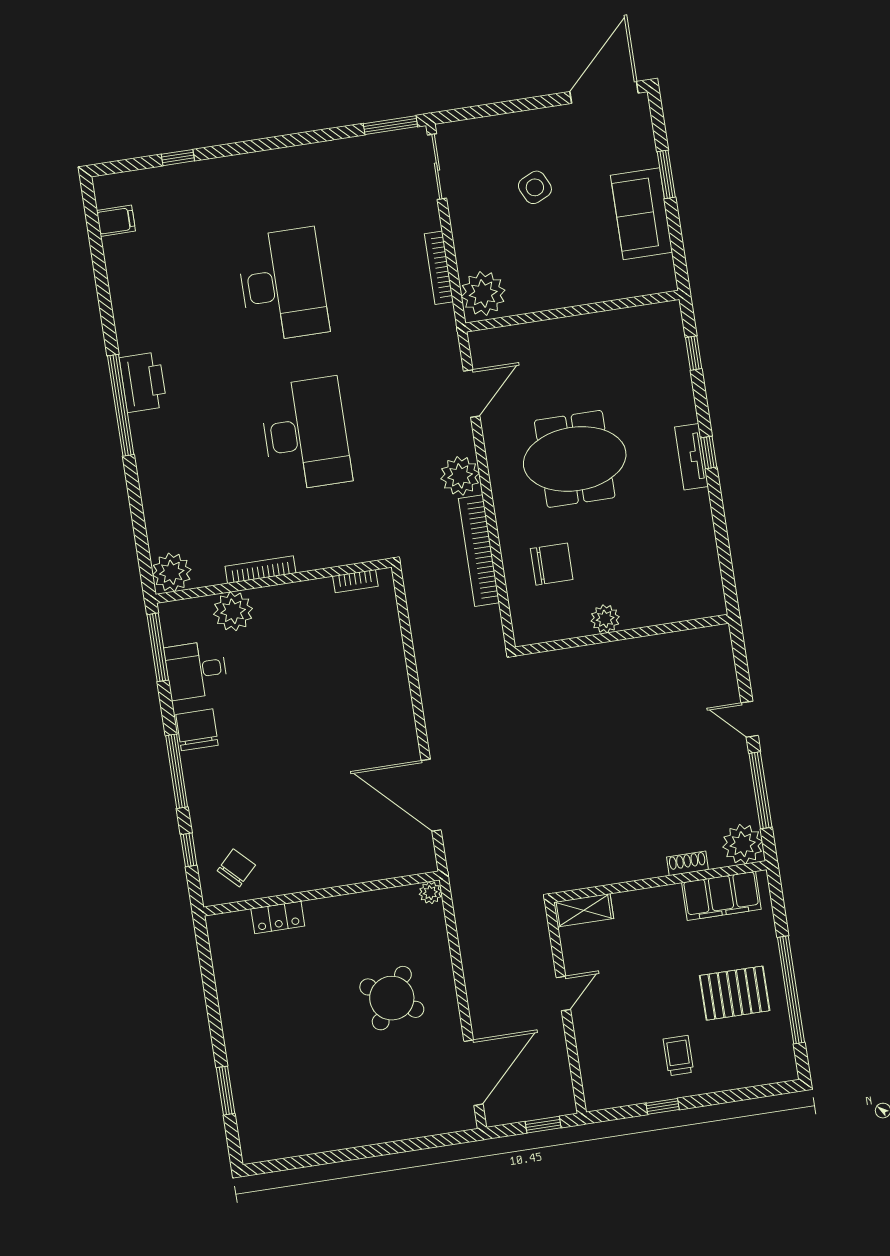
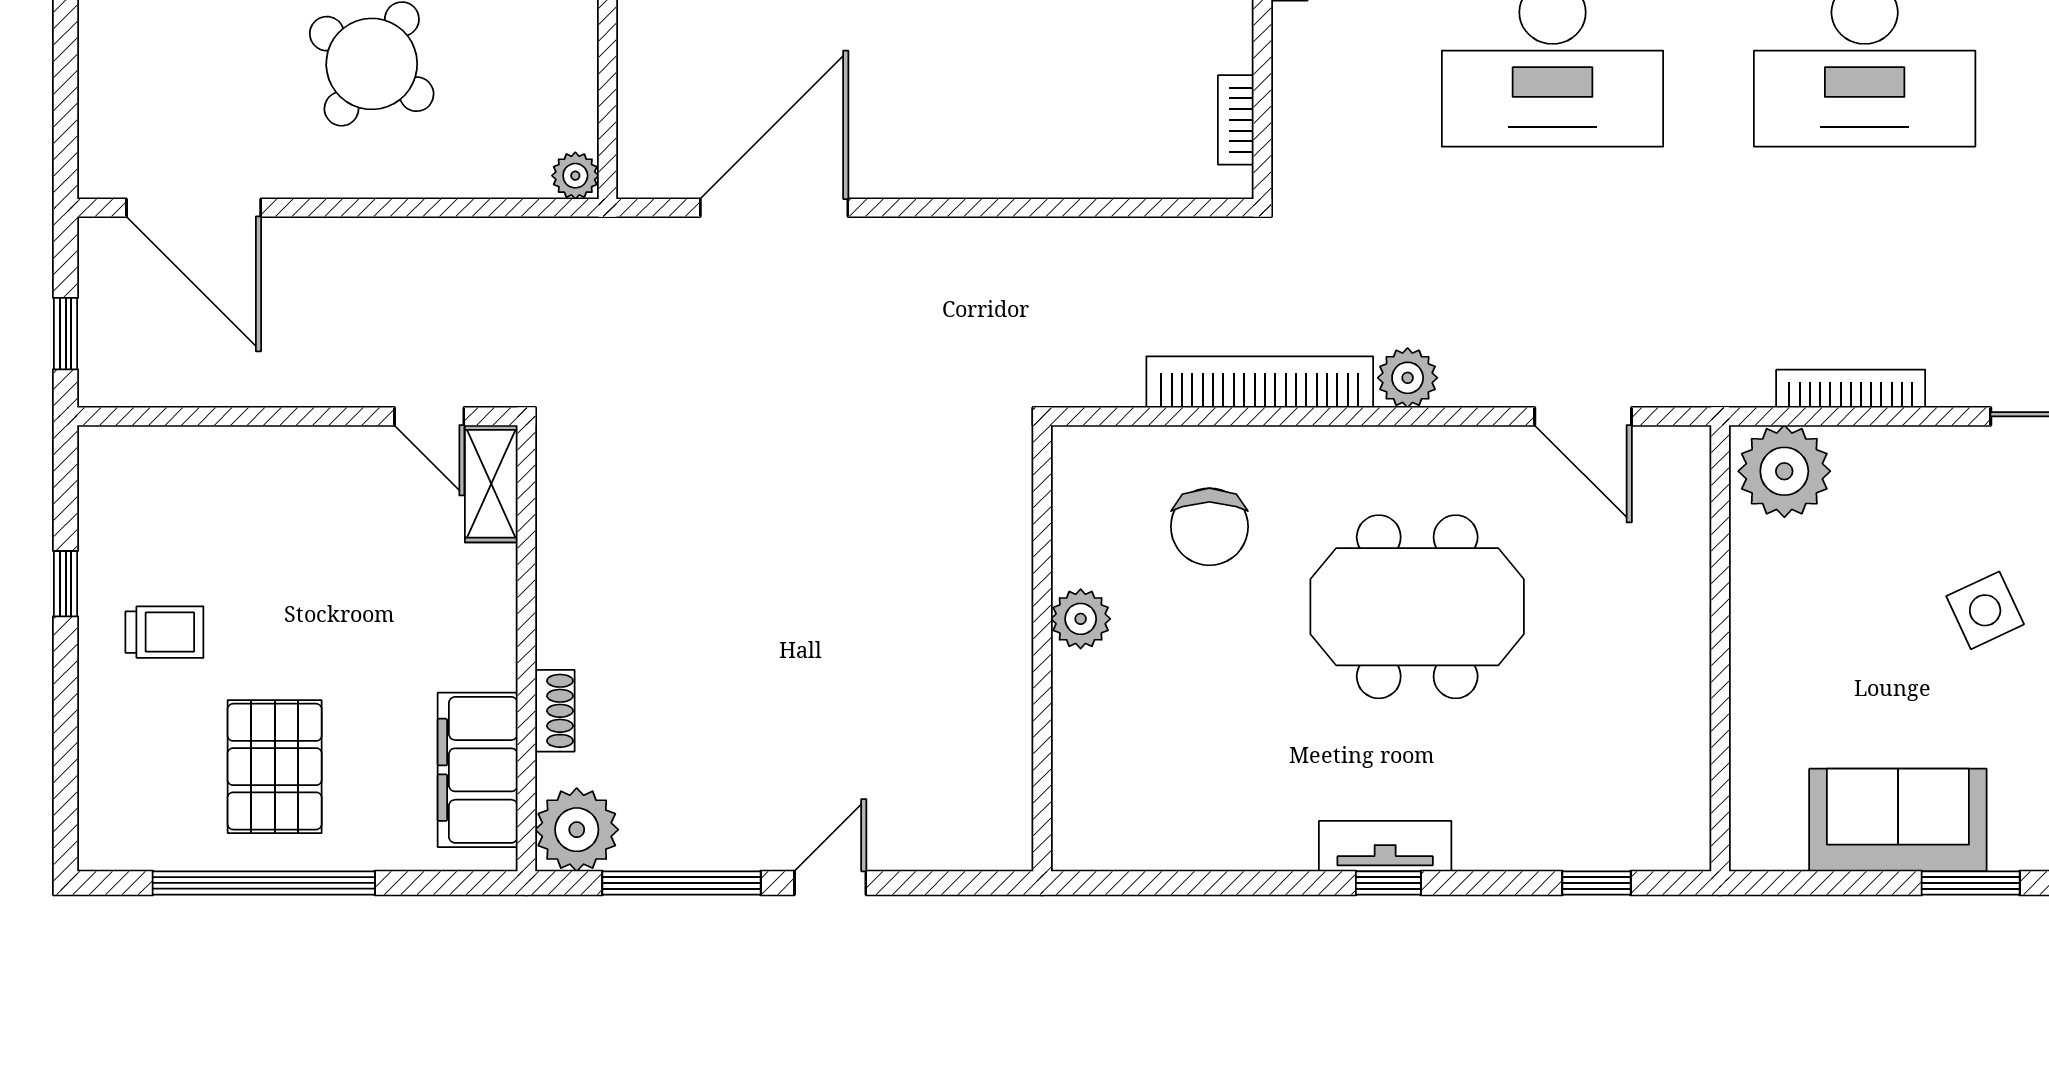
meeting table: (575, 459) -> (1417, 607), turned 90
plant: (460, 476) -> (1408, 378), width x0.73, depth x0.73
door: (563, 993) -> (429, 416), moved

